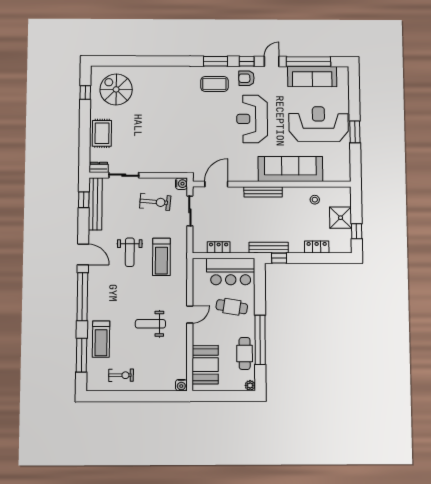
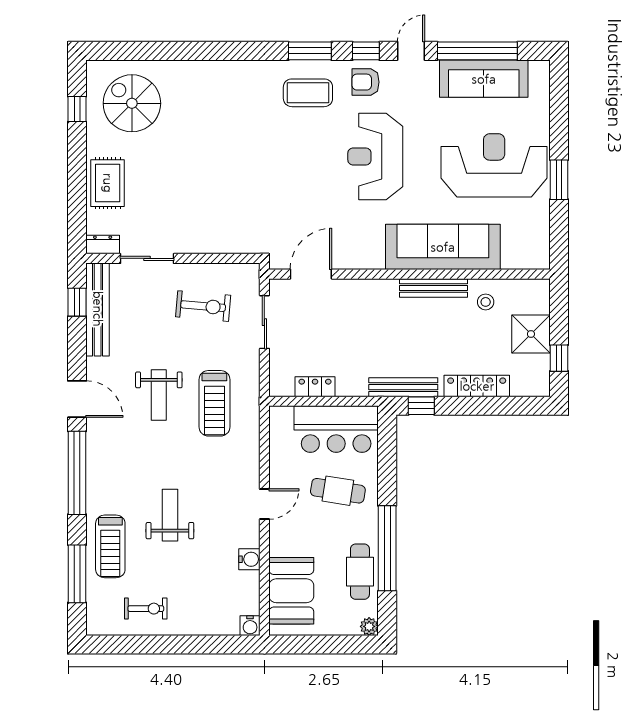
water cooler: (182, 184) -> (249, 559), moved
bench: (263, 192) -> (434, 288), moved
locker: (317, 247) -> (477, 386), width x1.53
weight bench: (150, 324) -> (170, 515), moved, turned 90

